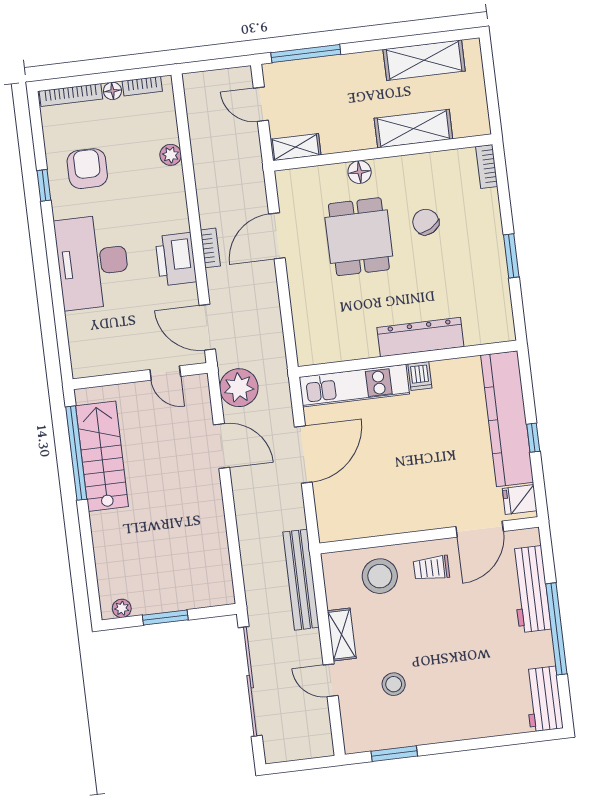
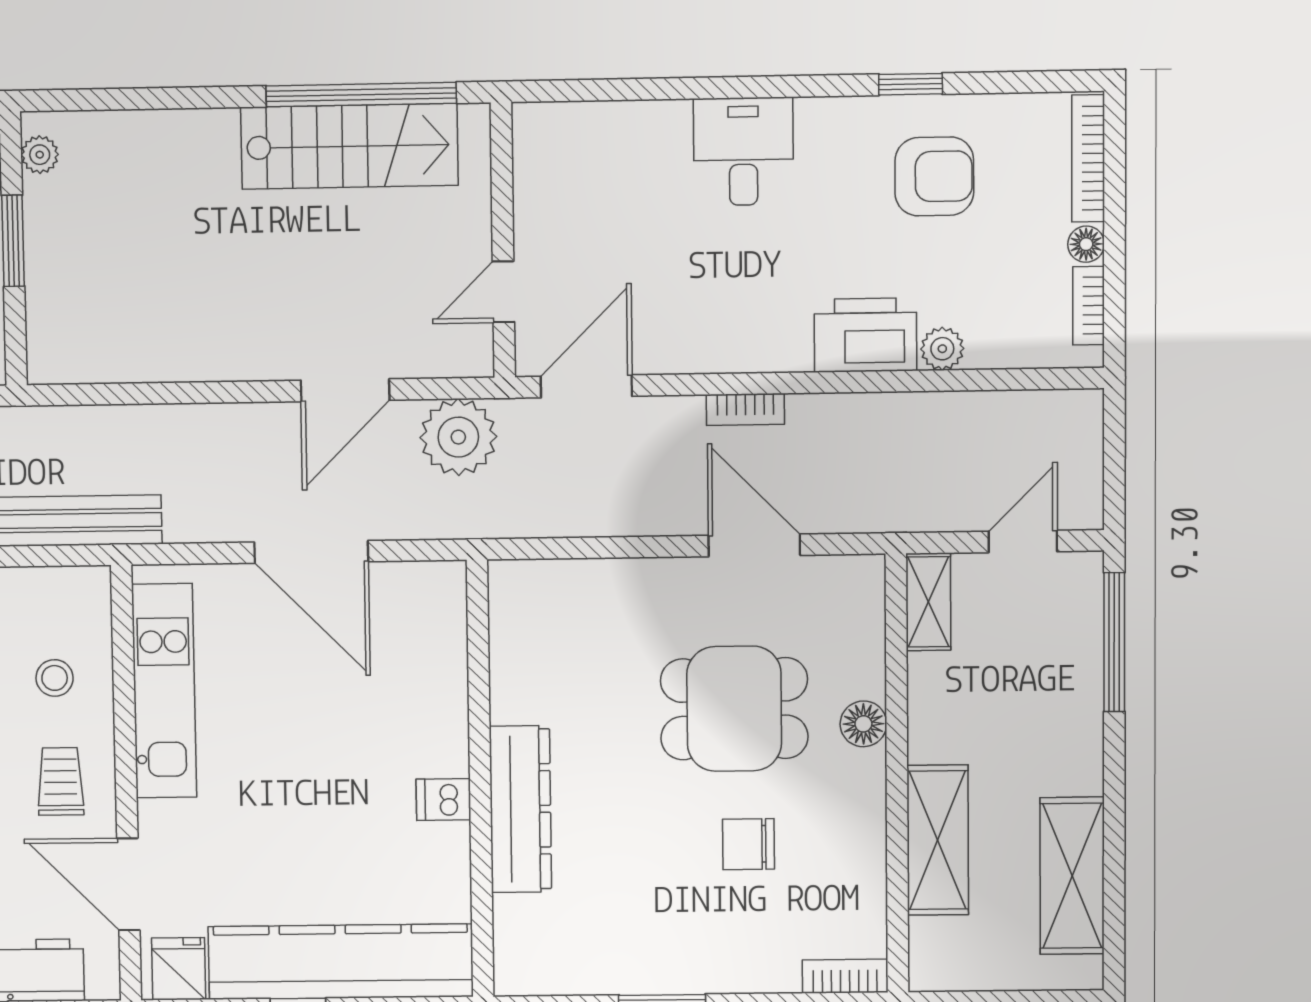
chair: (426, 222) -> (749, 844), turned -151
printer: (176, 259) -> (865, 335), moved
desk: (93, 262) -> (743, 151), width x0.53, depth x0.77
kitchen unit: (354, 386) -> (164, 691), moved, turned 180
stool: (380, 576) -> (55, 678), width x0.53, depth x0.53

